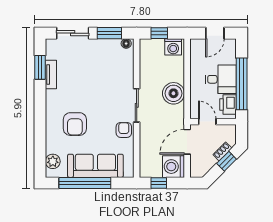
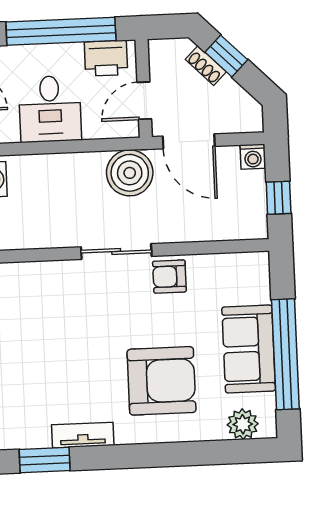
tv unit: (51, 75) -> (83, 435), moved
desk: (221, 79) -> (50, 109), moved, turned 180
boiler: (173, 93) -> (130, 173), moved
armchair: (75, 124) -> (162, 381), width x1.36, depth x1.36
sofa: (95, 166) -> (249, 349), width x0.73
washing machine: (173, 167) -> (253, 157), width x0.53, depth x0.53

